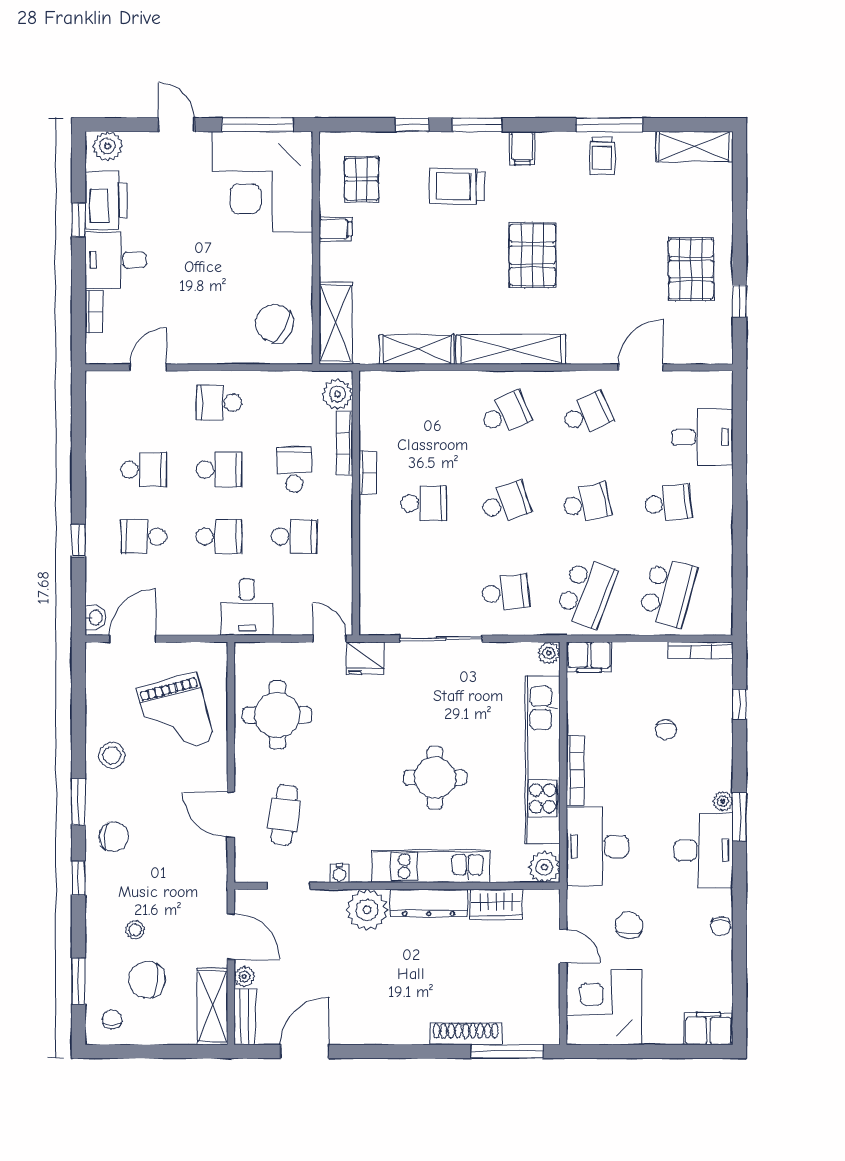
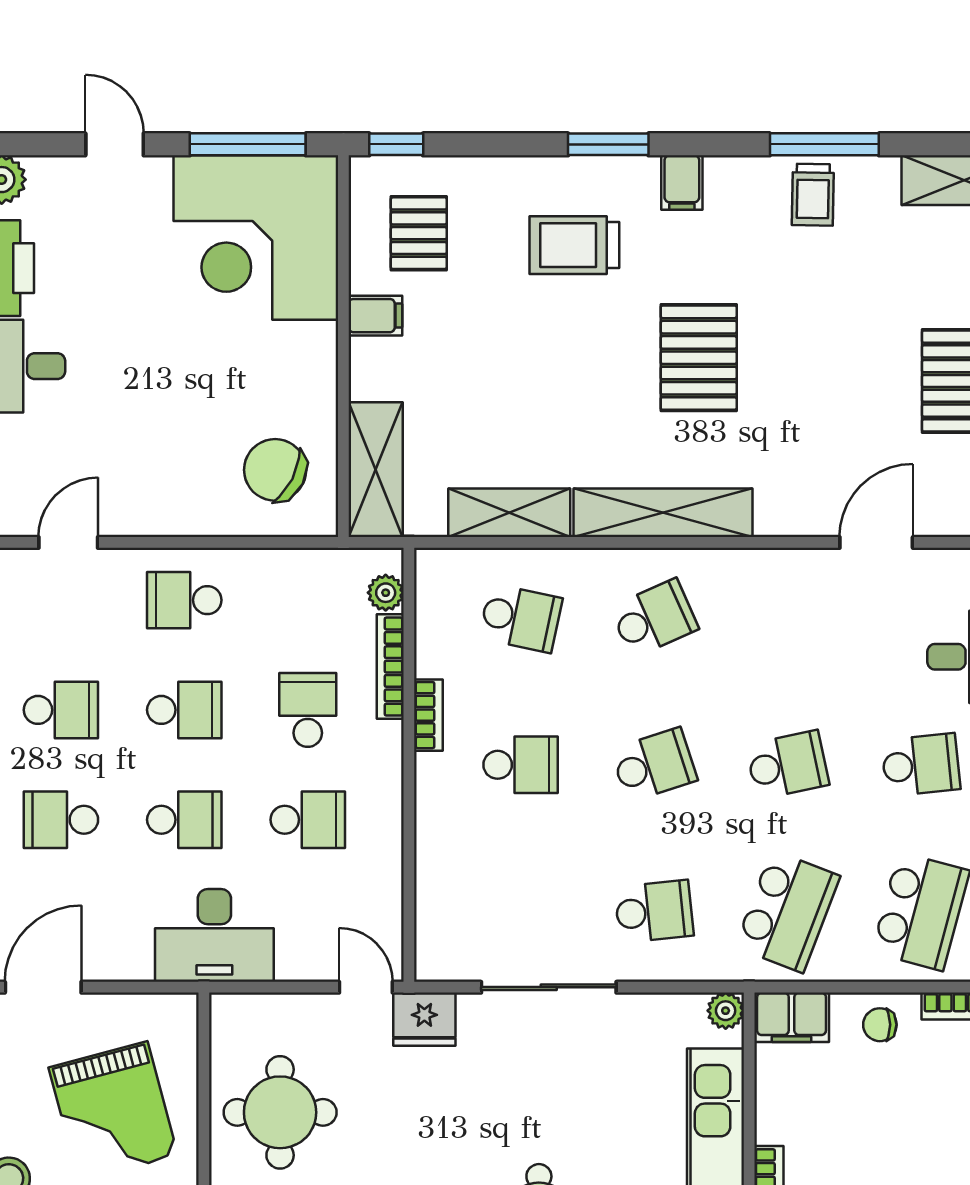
window: (412, 125) -> (396, 144), moved
plant: (338, 394) -> (386, 593), width x0.73, depth x0.73
school desk: (587, 414) -> (521, 618), moved, turned 36
desk: (247, 607) -> (214, 935), width x1.37
chair: (666, 729) -> (880, 1025), moved, turned 90

